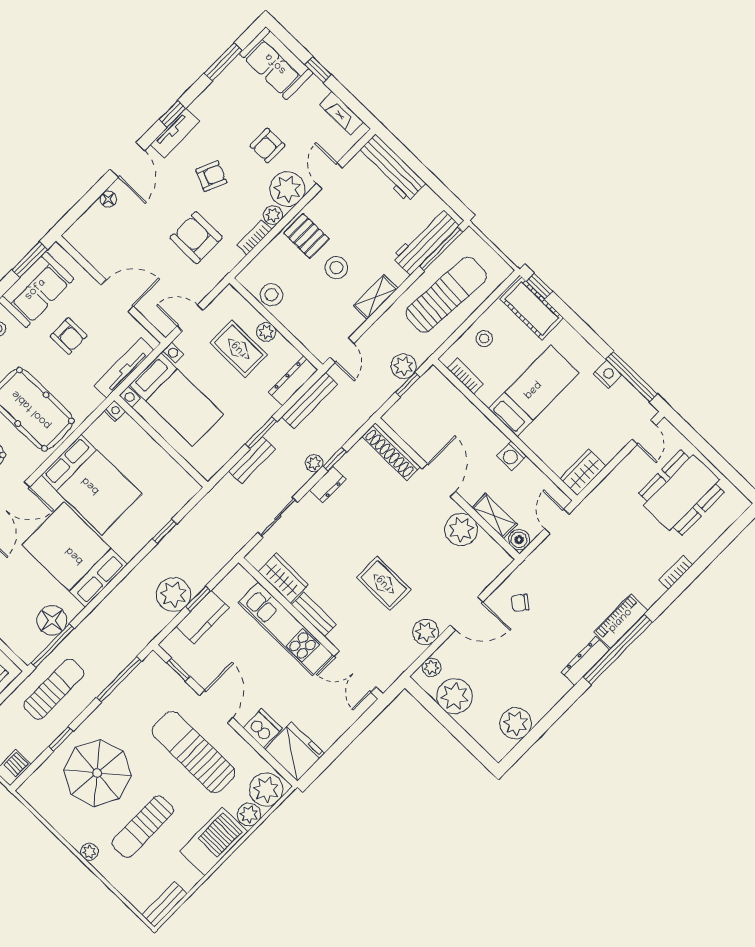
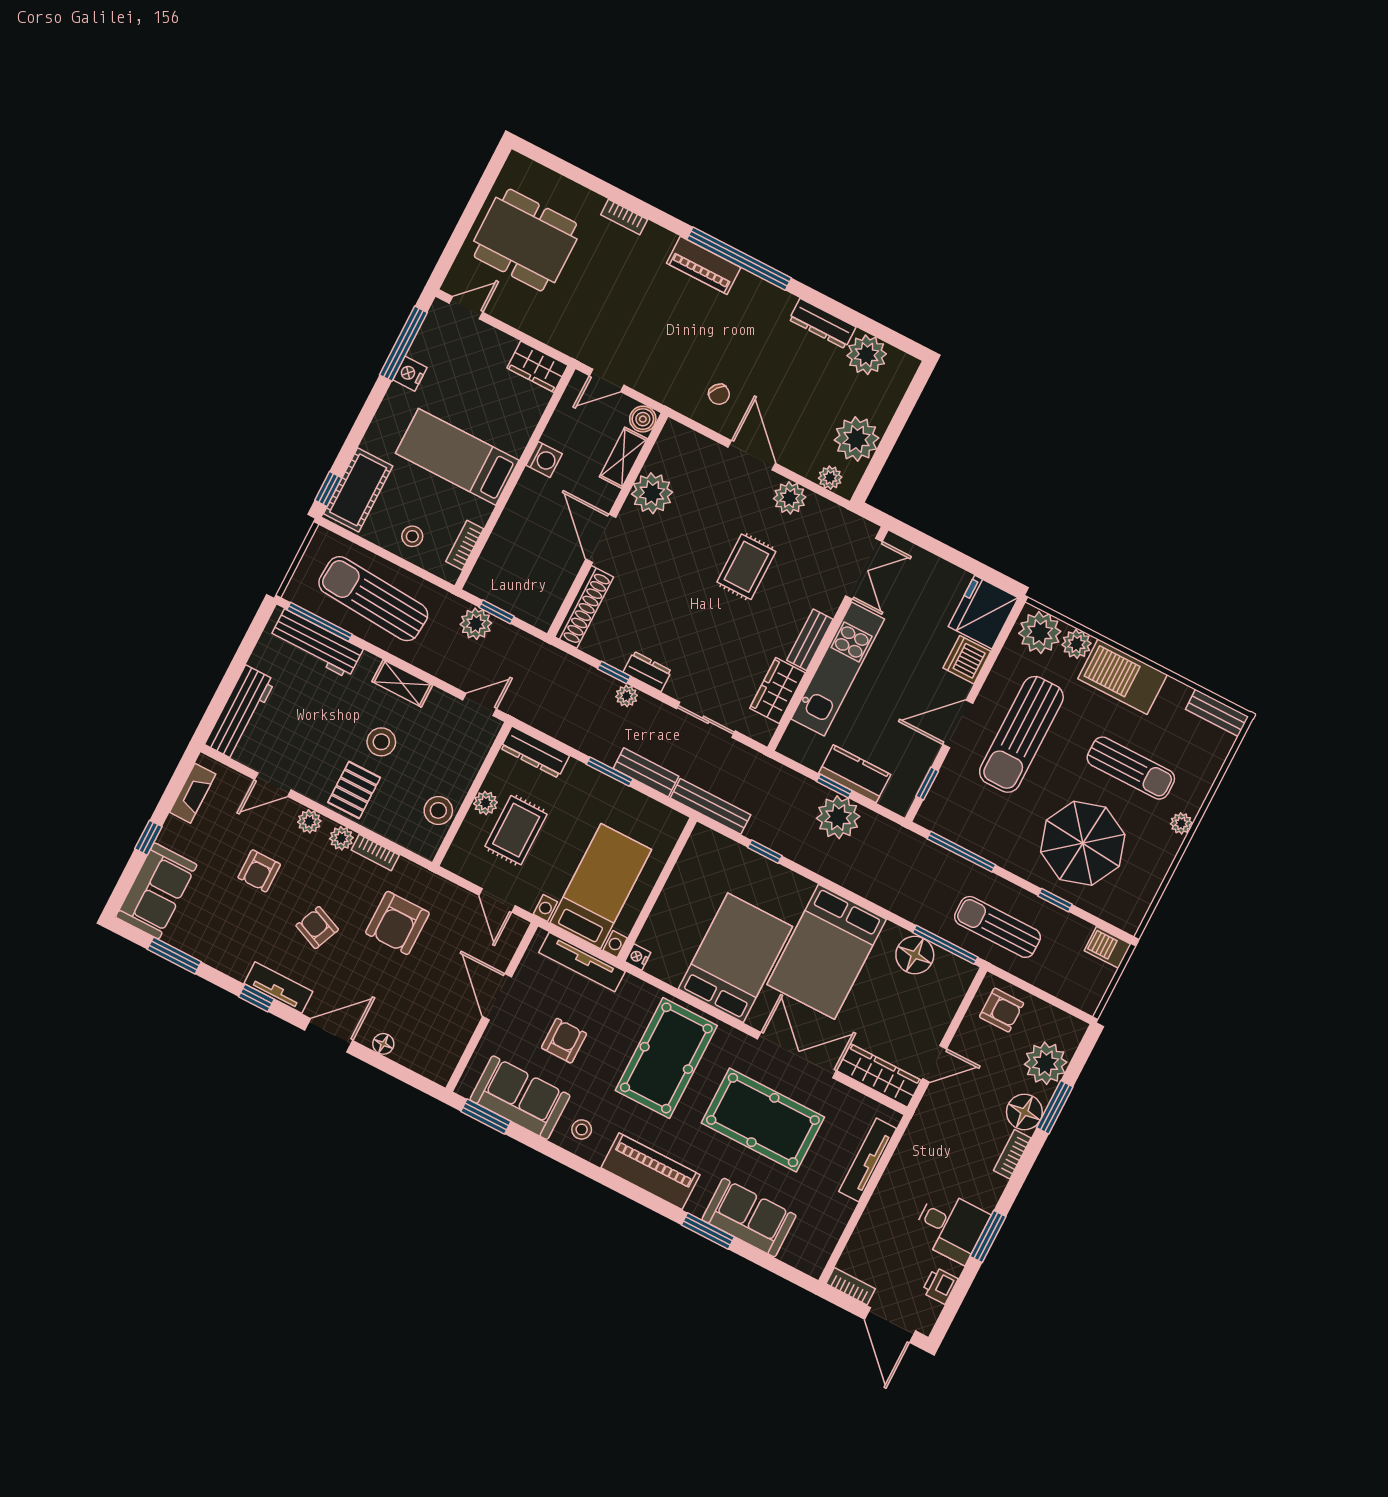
armchair: (267, 145) -> (259, 871), turned 90
plant: (287, 189) -> (309, 821), width x0.53, depth x0.53
bench: (310, 400) -> (710, 806), moved
door: (439, 480) -> (601, 538), hinge flipped
dresser: (585, 661) -> (822, 323), moved

